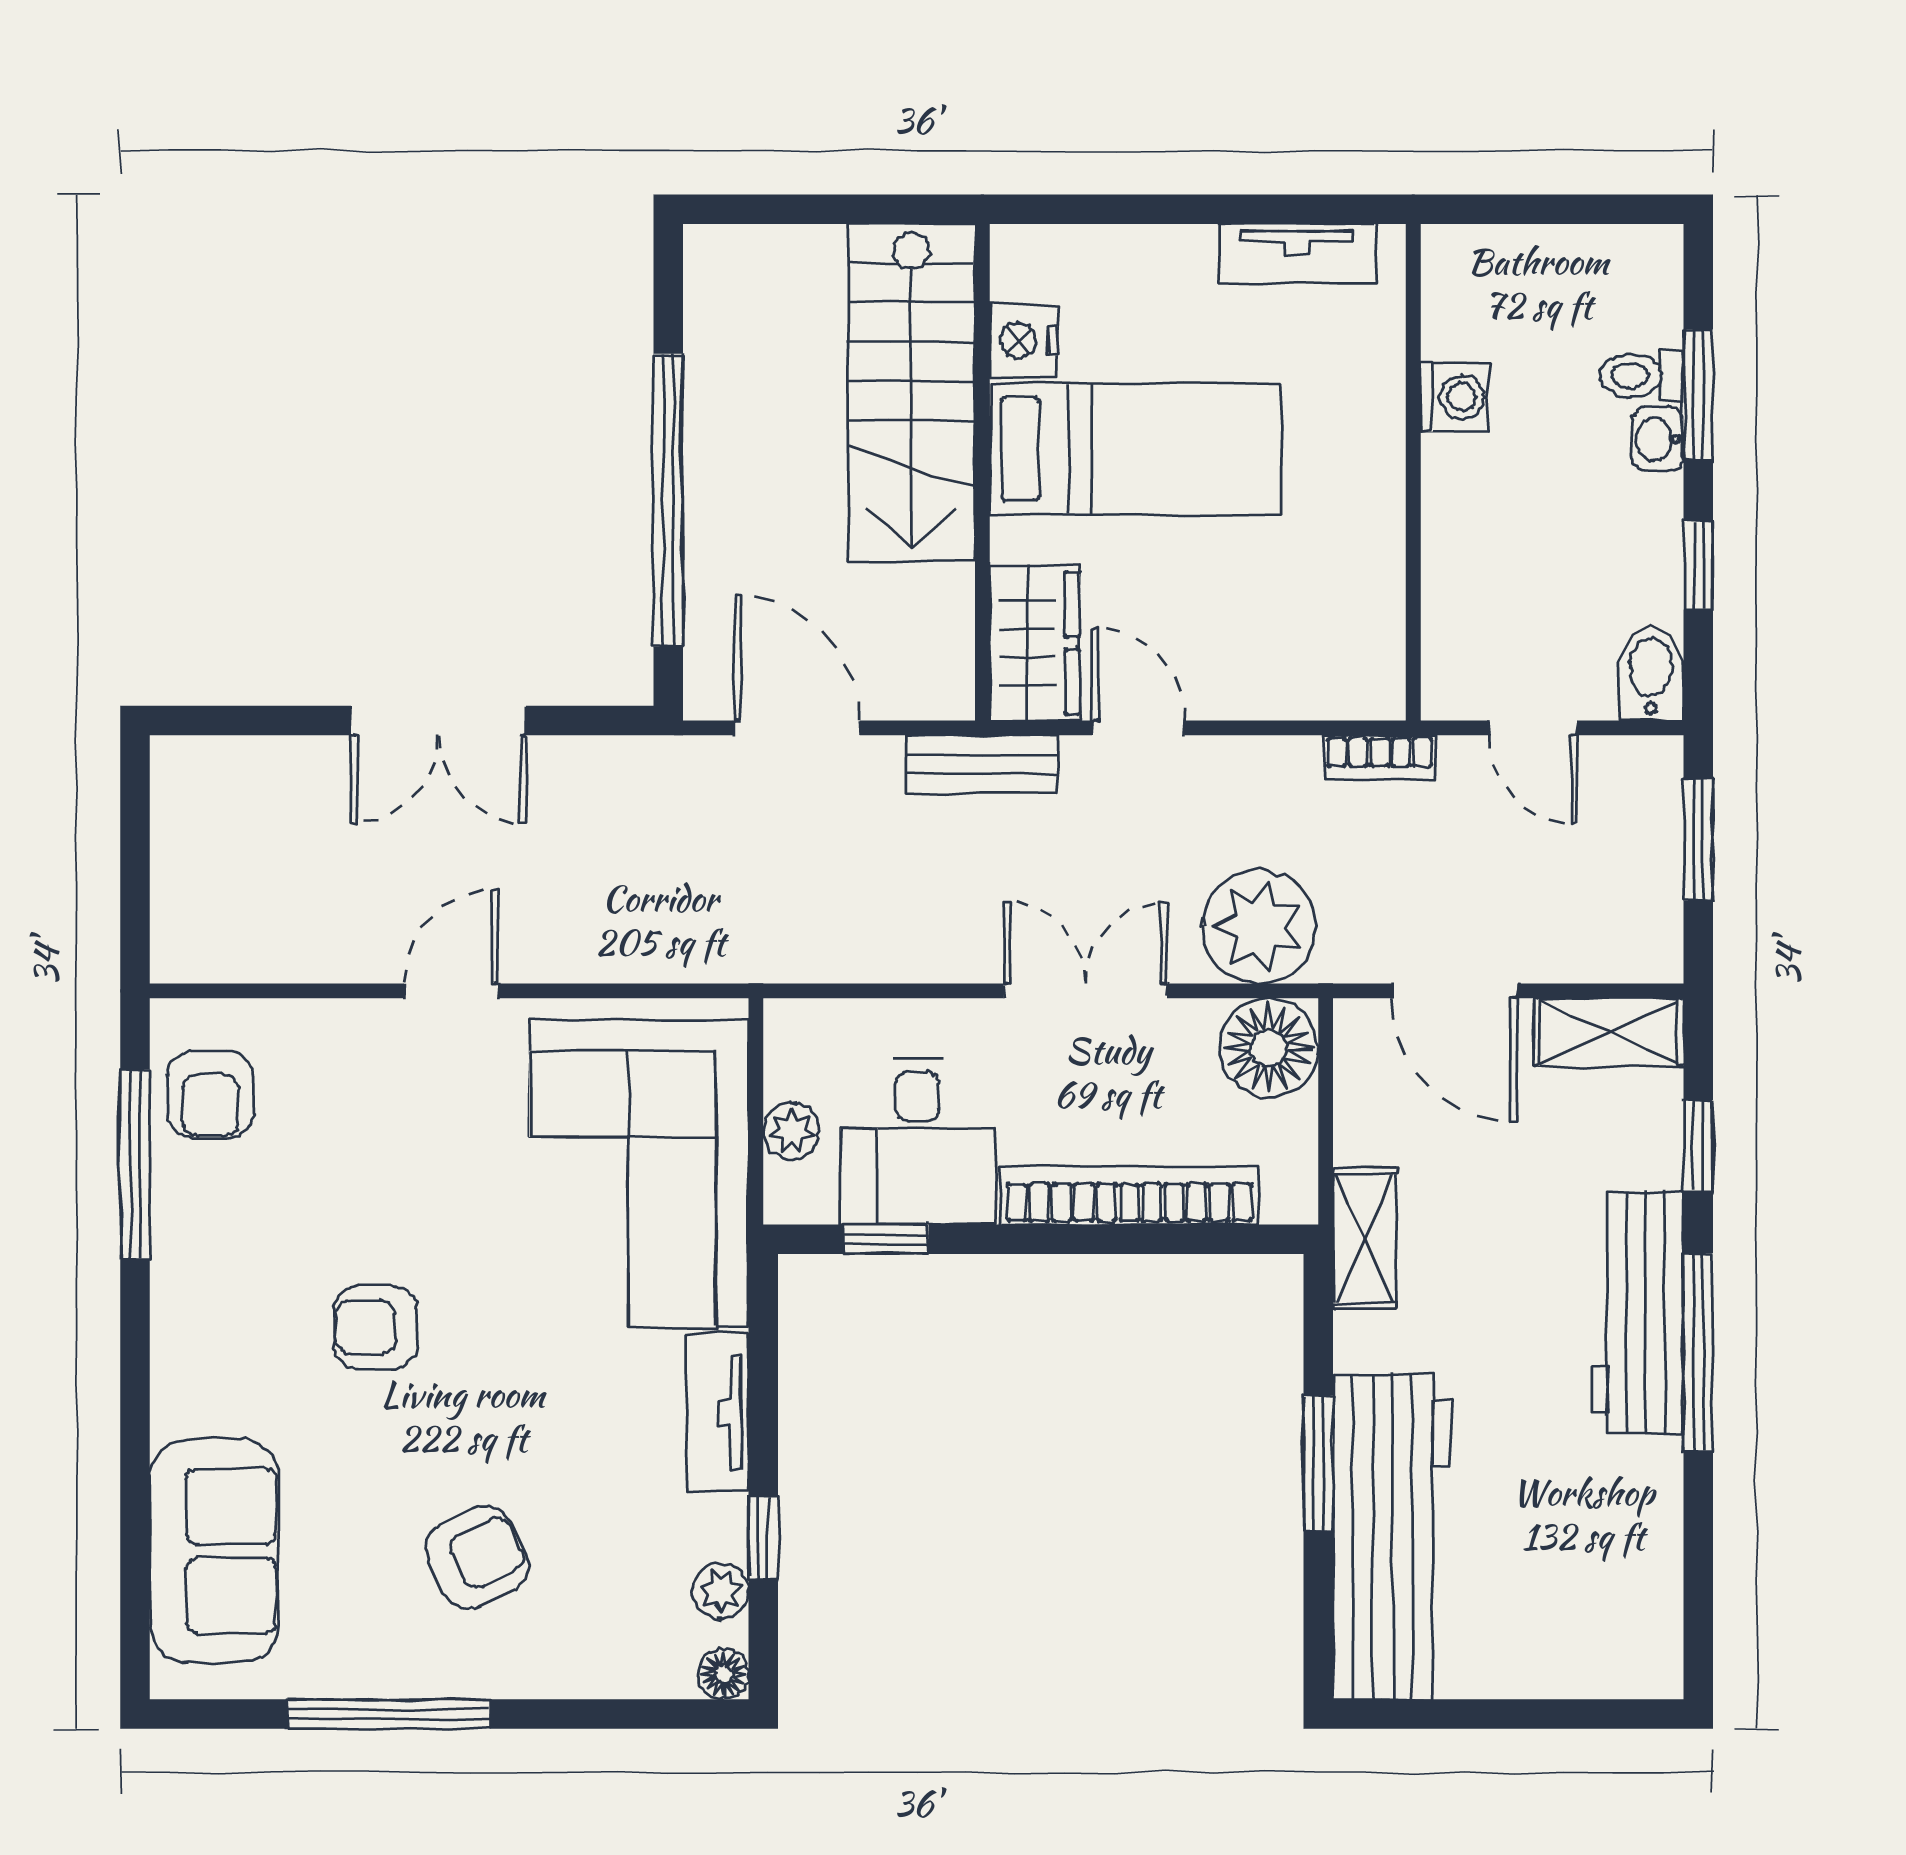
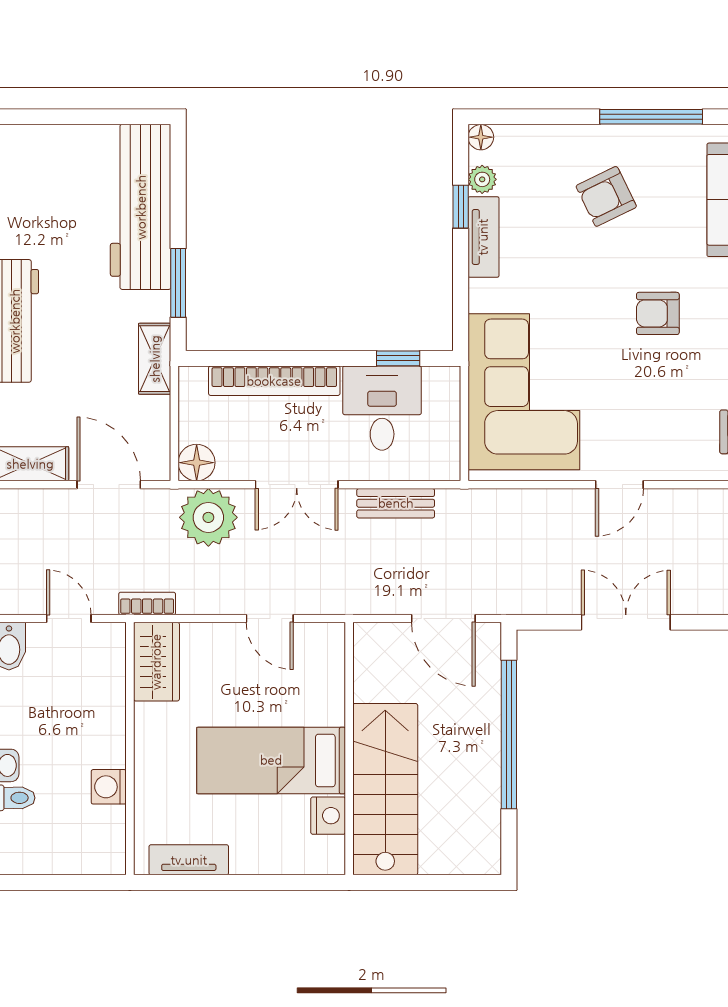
wardrobe: (1035, 643) -> (156, 662), moved, turned 180
bench: (982, 764) -> (396, 503), moved
floor lamp: (1269, 1048) -> (197, 463), width x0.73, depth x0.73
plant: (792, 1131) -> (446, 413), removed
armchair: (376, 1327) -> (658, 313), turned 180
tv unit: (718, 1413) -> (483, 237), moved
window: (1318, 1463) -> (178, 283), moved

